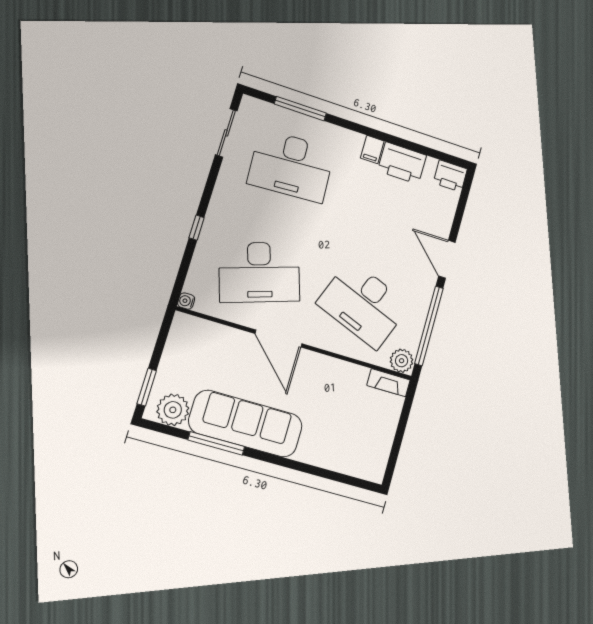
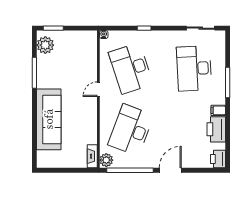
window: (300, 109) -> (228, 82), moved
door: (278, 339) -> (98, 89), width x0.53
sofa: (246, 424) -> (49, 119), moved

